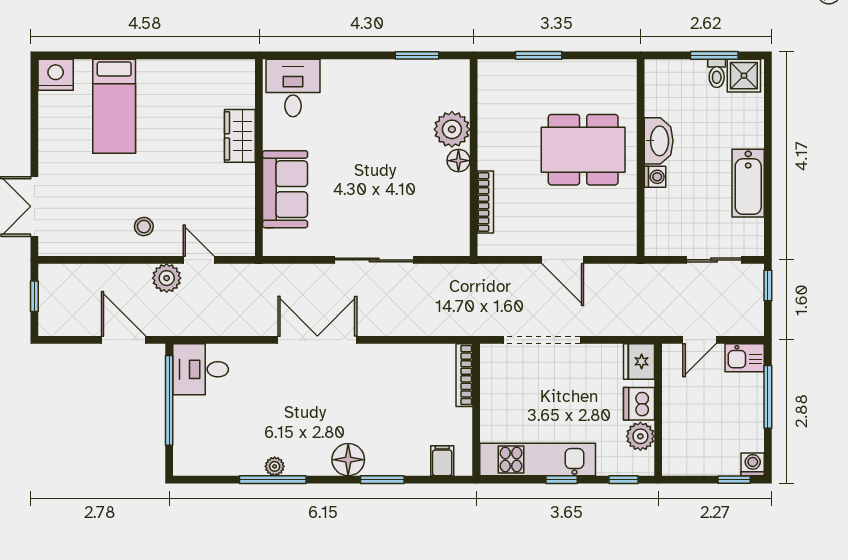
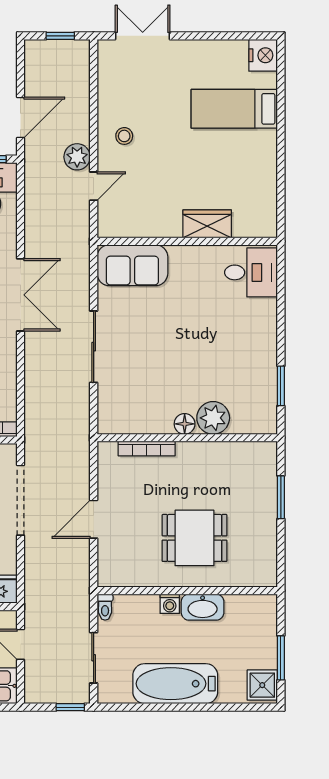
toilet: (717, 73) -> (105, 607), moved, turned -90
dining table: (583, 150) -> (195, 538), width x0.73
bathtub: (748, 183) -> (175, 684), width x1.36, depth x1.36
sofa: (285, 189) -> (132, 265), moved

